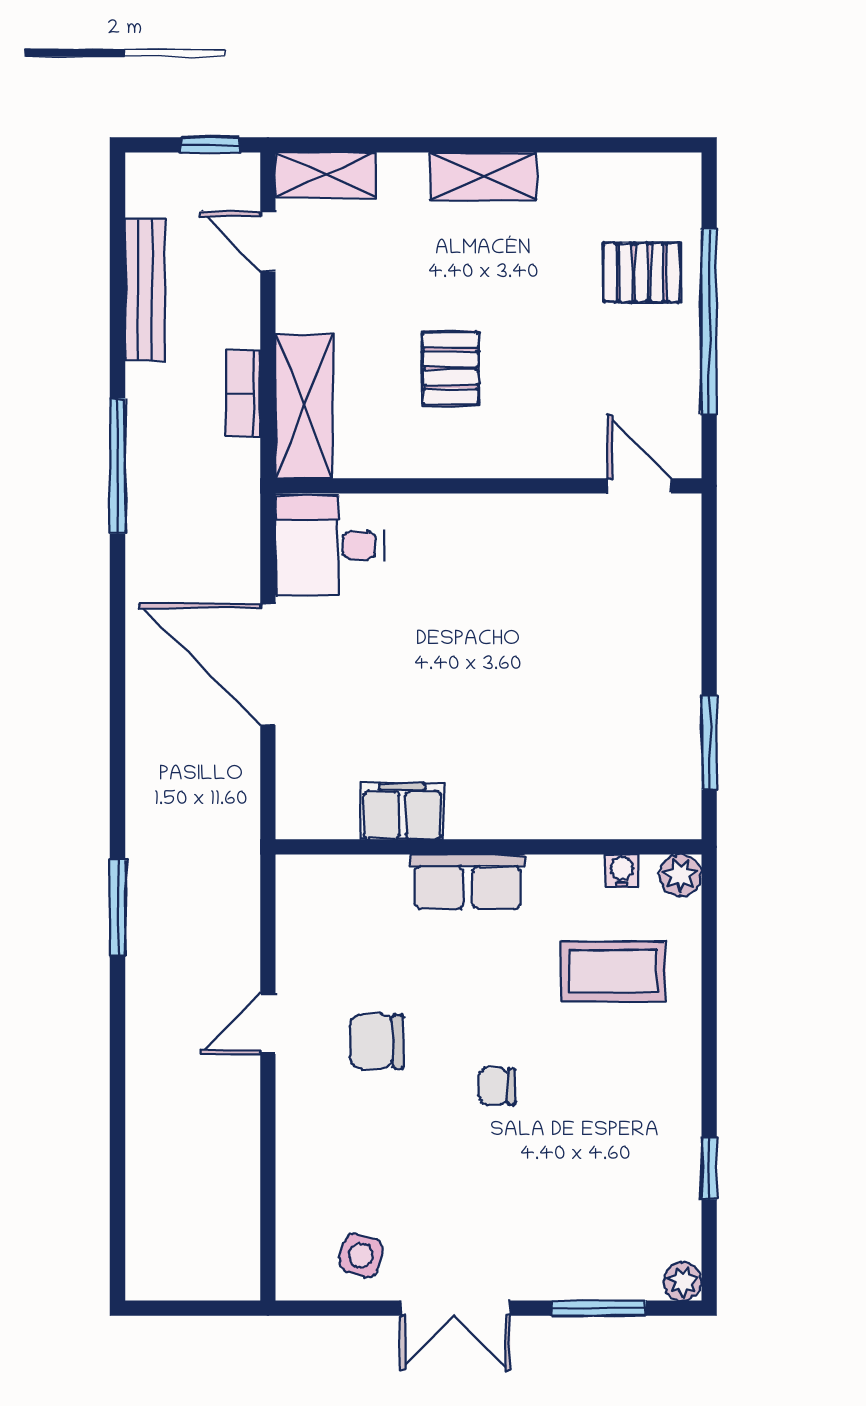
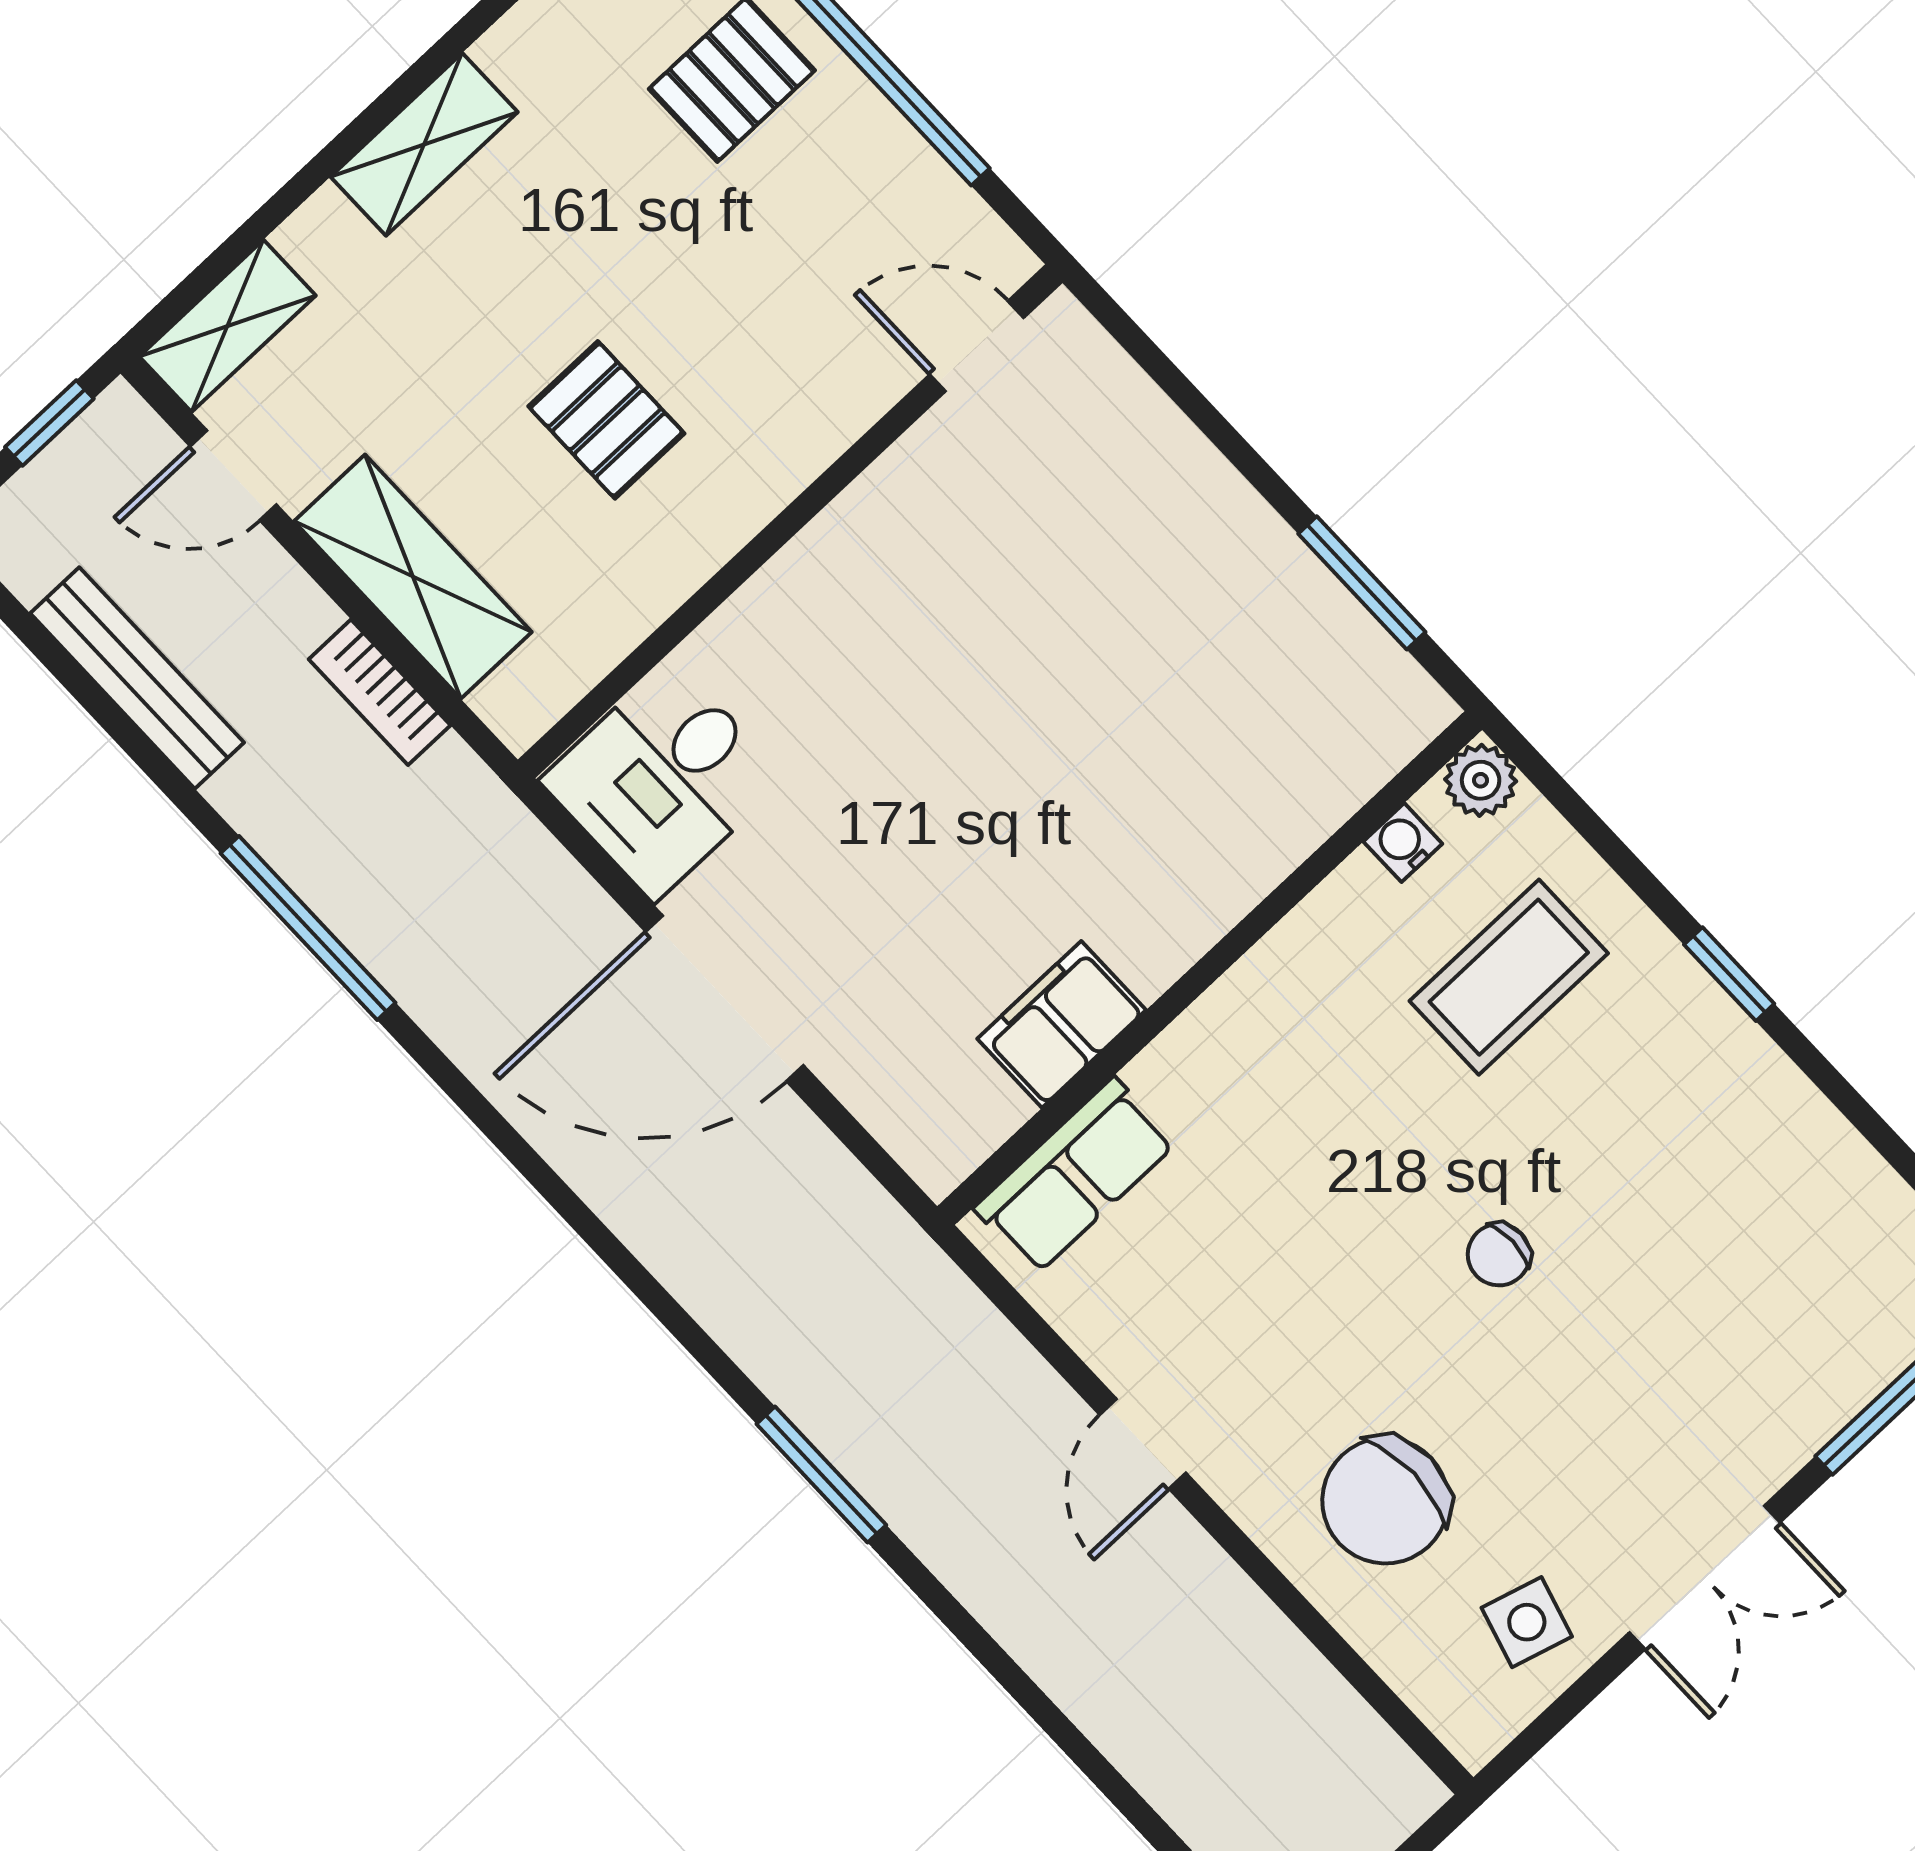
shelving: (304, 406) -> (413, 577), moved
row of seats: (468, 882) -> (1075, 1176), moved
chair: (376, 1042) -> (1385, 1501), moved, width x1.37, depth x1.37
window: (709, 1168) -> (1729, 974), moved

